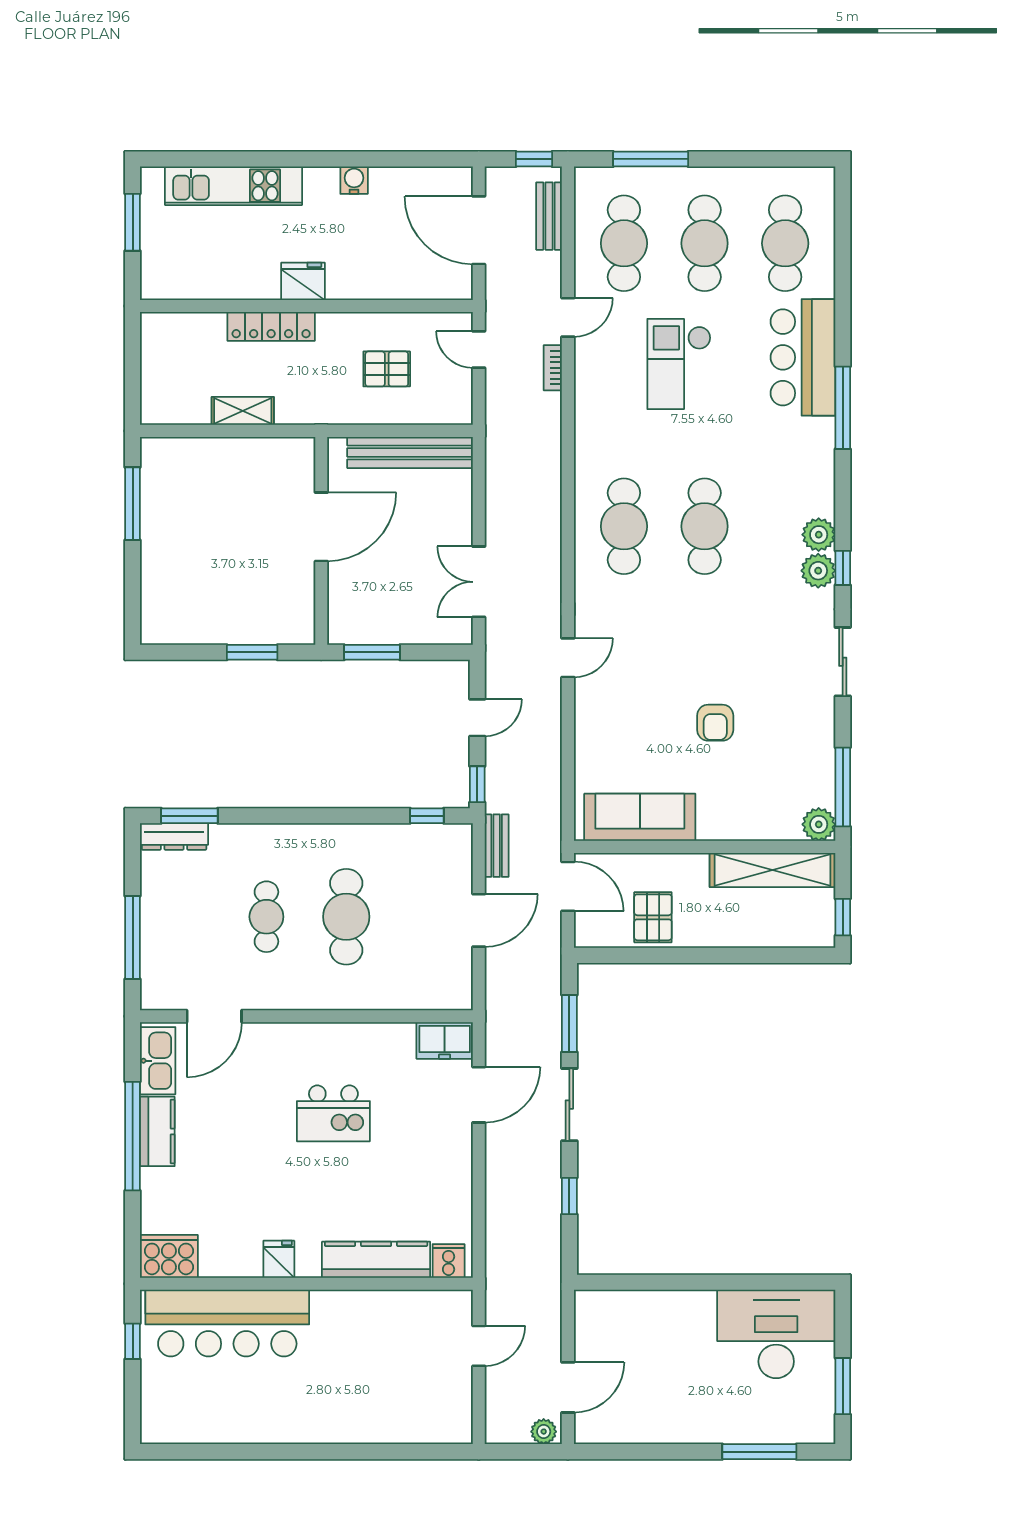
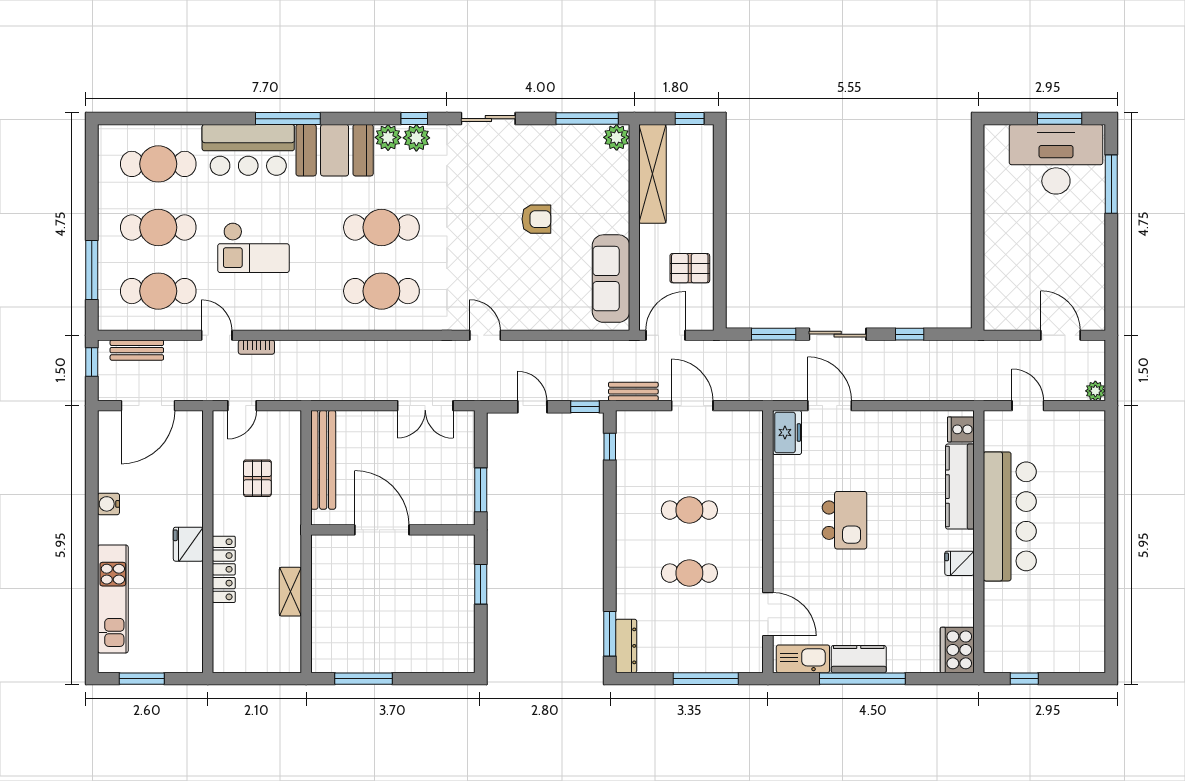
booth: (803, 467) -> (335, 150), added
cafe table: (346, 917) -> (689, 510), width x0.73, depth x0.74
bar counter: (227, 1323) -> (1010, 516), moved
desk: (776, 1334) -> (1056, 159), moved, turned 90
plant: (544, 1432) -> (1095, 391), moved

